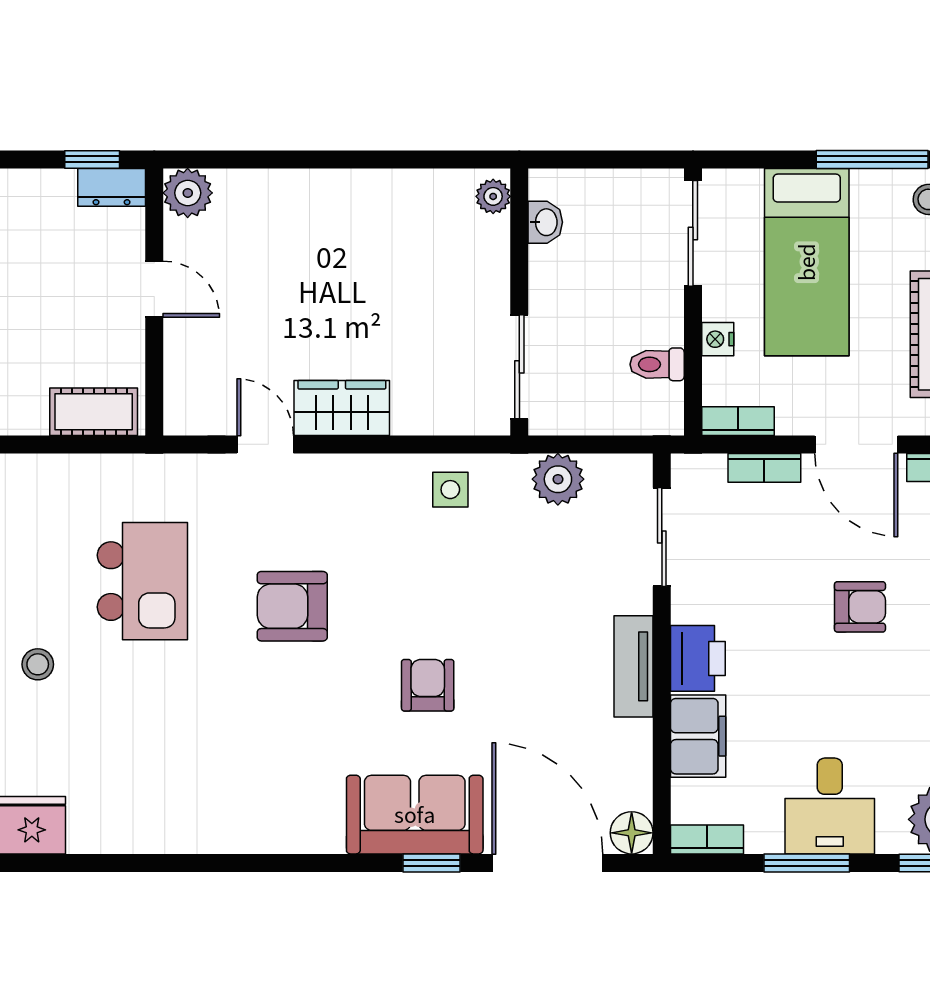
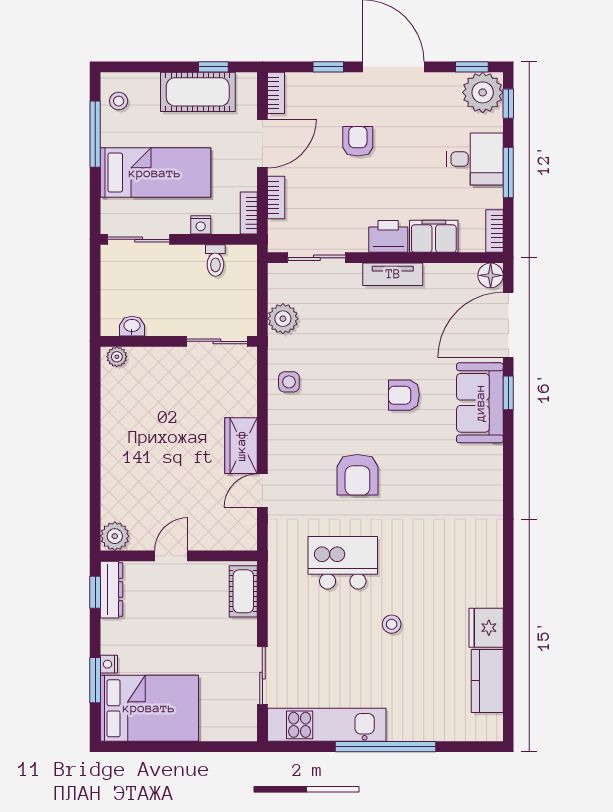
dresser: (112, 187) -> (112, 590), width x1.44

